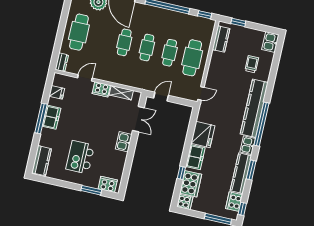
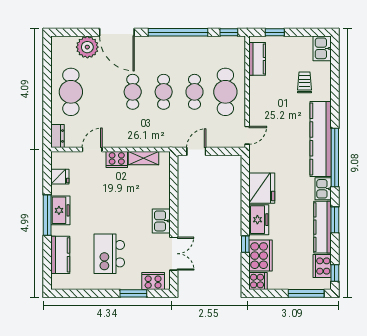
double door: (138, 119) -> (174, 254), moved
kitchen counter: (42, 161) -> (60, 255), moved

